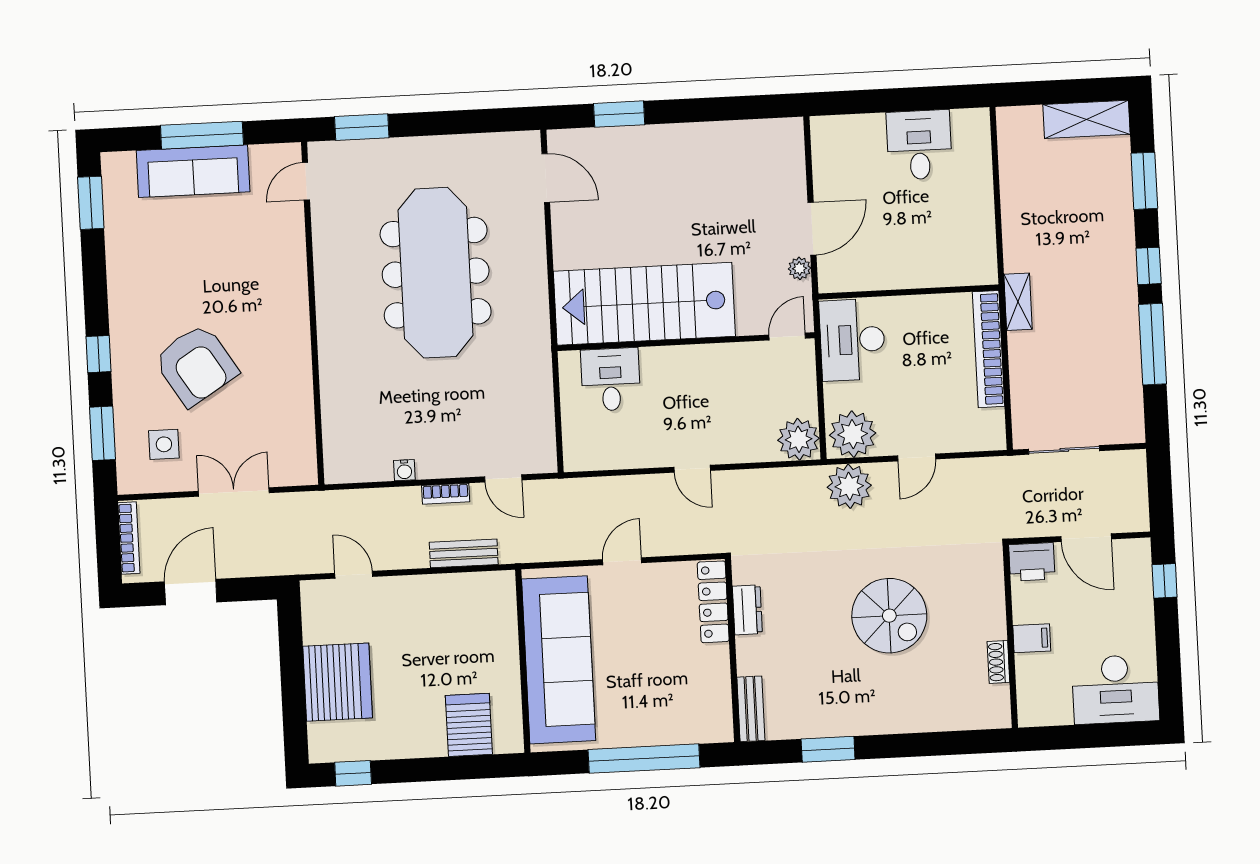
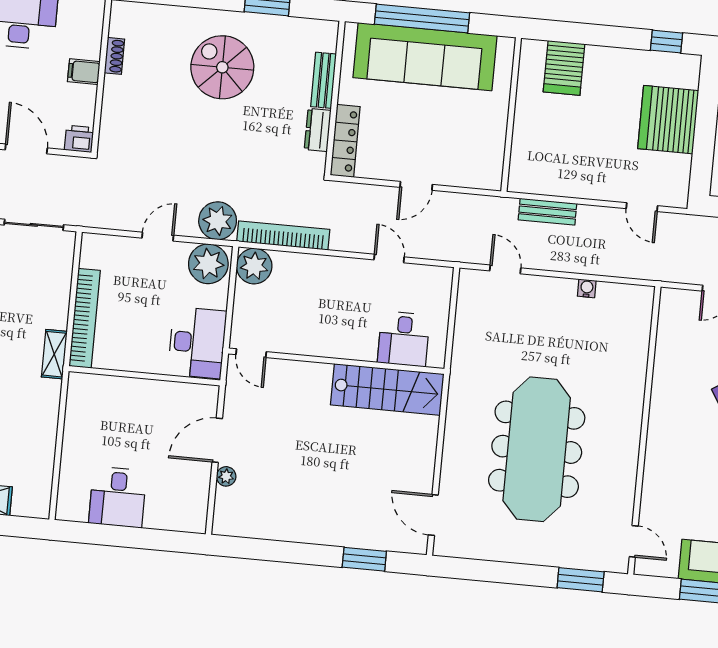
door: (306, 181) -> (634, 541), hinge flipped
plant: (800, 268) -> (226, 476), moved
stairs: (644, 304) -> (387, 389), width x0.73, depth x0.66
door: (787, 337) -> (251, 353), hinge flipped
door: (692, 469) -> (389, 258), moved
bookcase: (446, 494) -> (283, 235), moved, width x2.31, depth x1.31
printer: (1032, 562) -> (79, 139), width x0.73, depth x0.81
spiral stairs: (889, 616) -> (222, 67), moved
sofa: (559, 660) -> (425, 57), moved, turned -90
bench: (751, 709) -> (324, 80), moved

